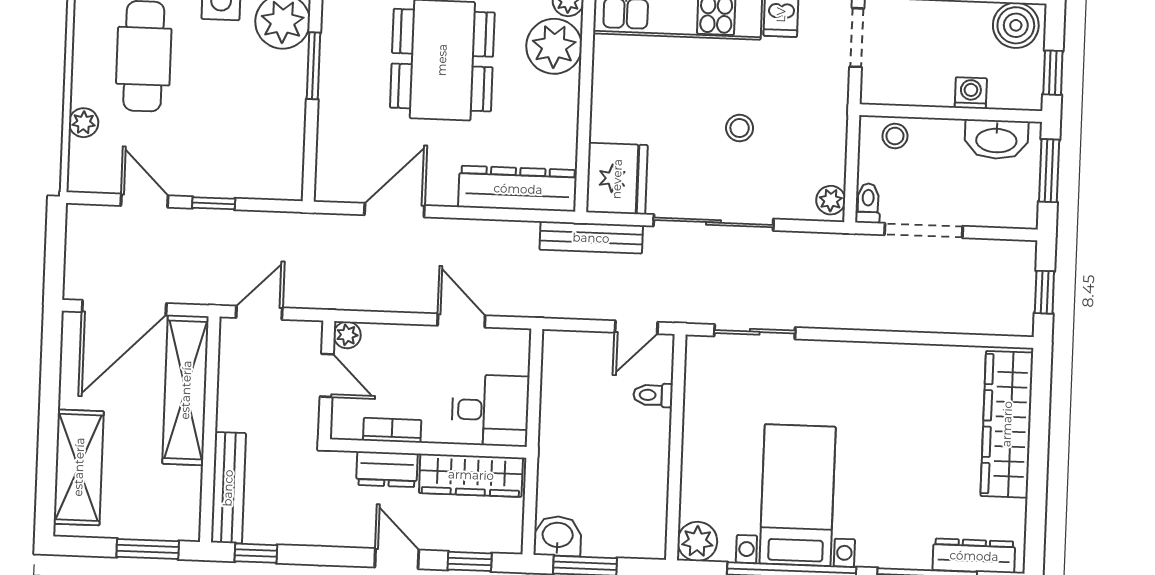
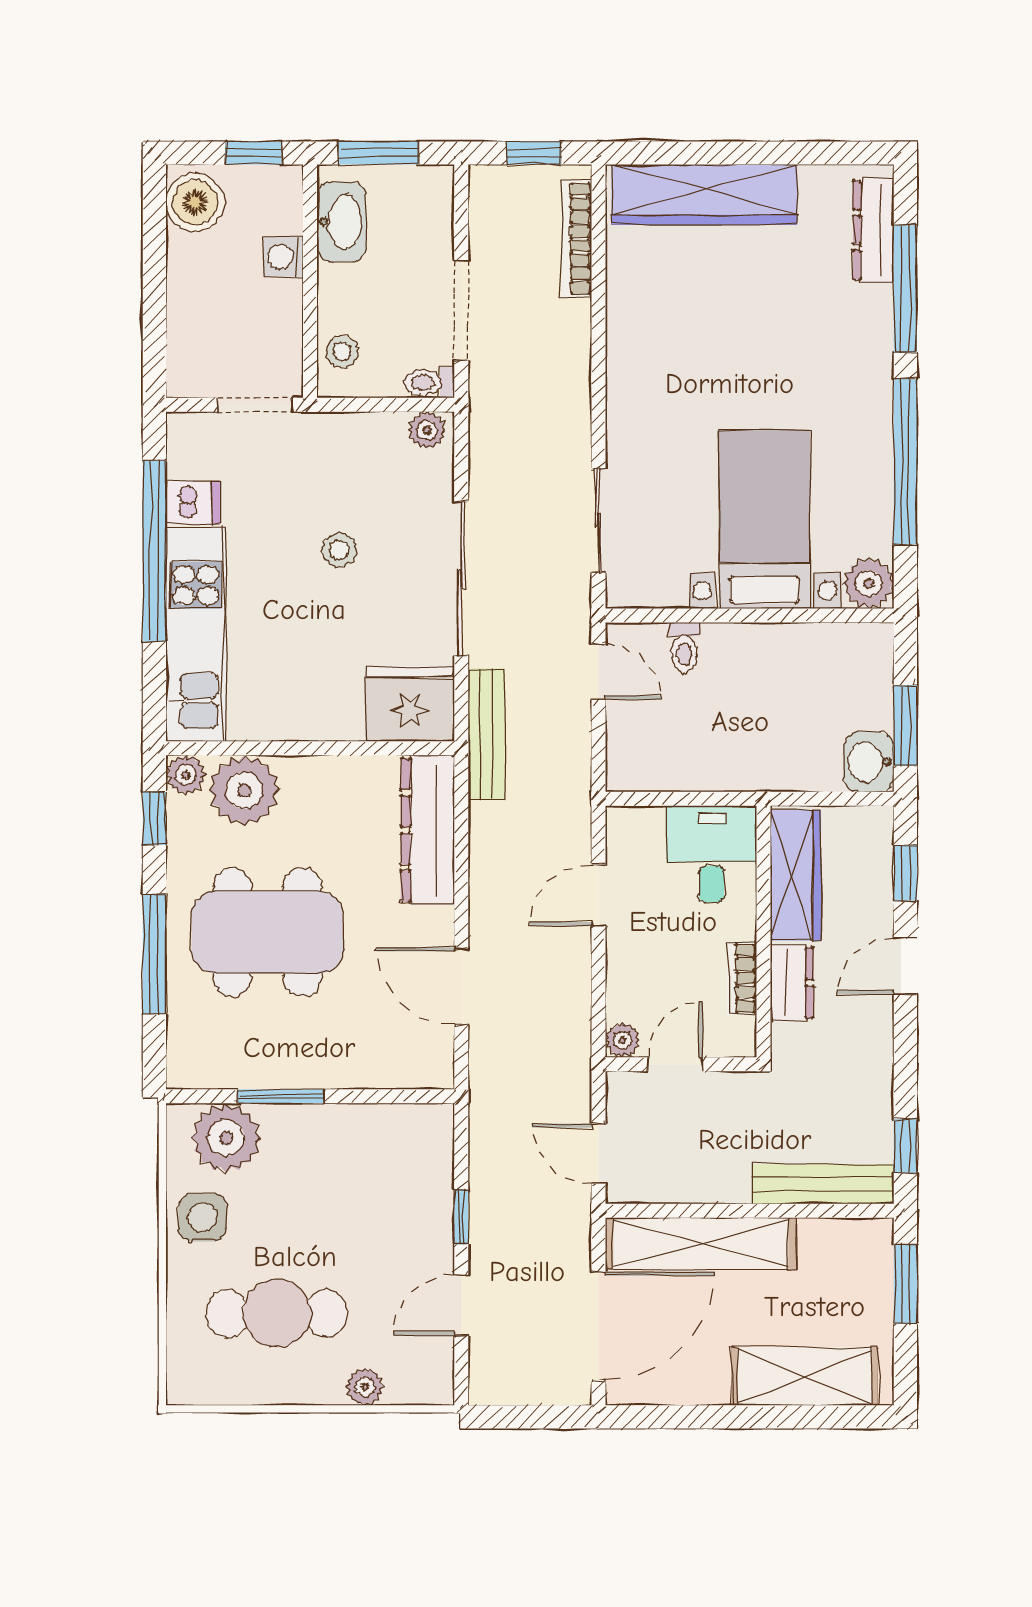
doorway: (857, 38) -> (255, 405), moved
door: (124, 308) -> (599, 1326), hinge flipped
bookcase: (976, 323) -> (577, 239), added
bed with nightstands: (798, 495) -> (765, 519), moved, turned 90

